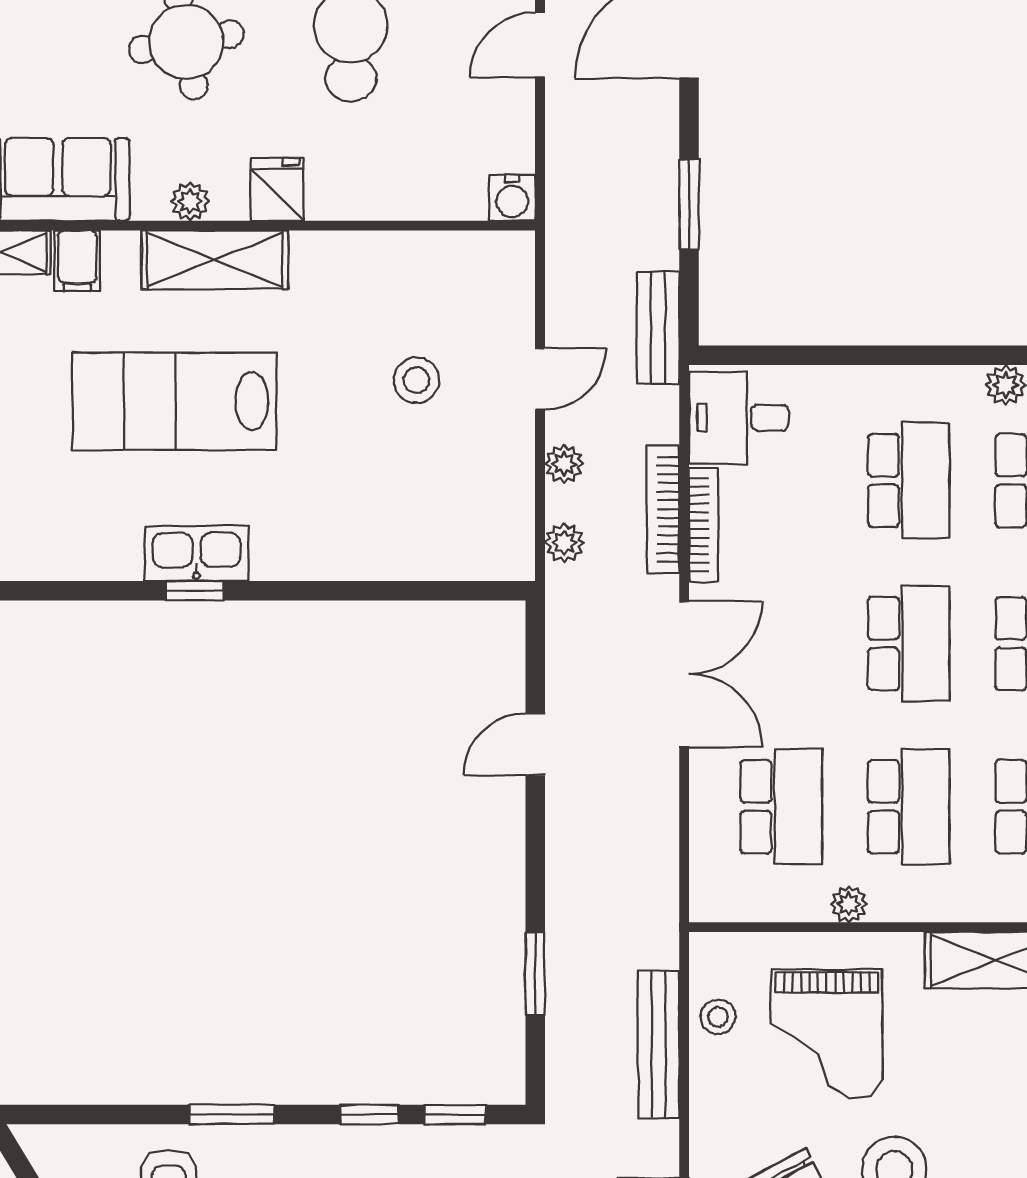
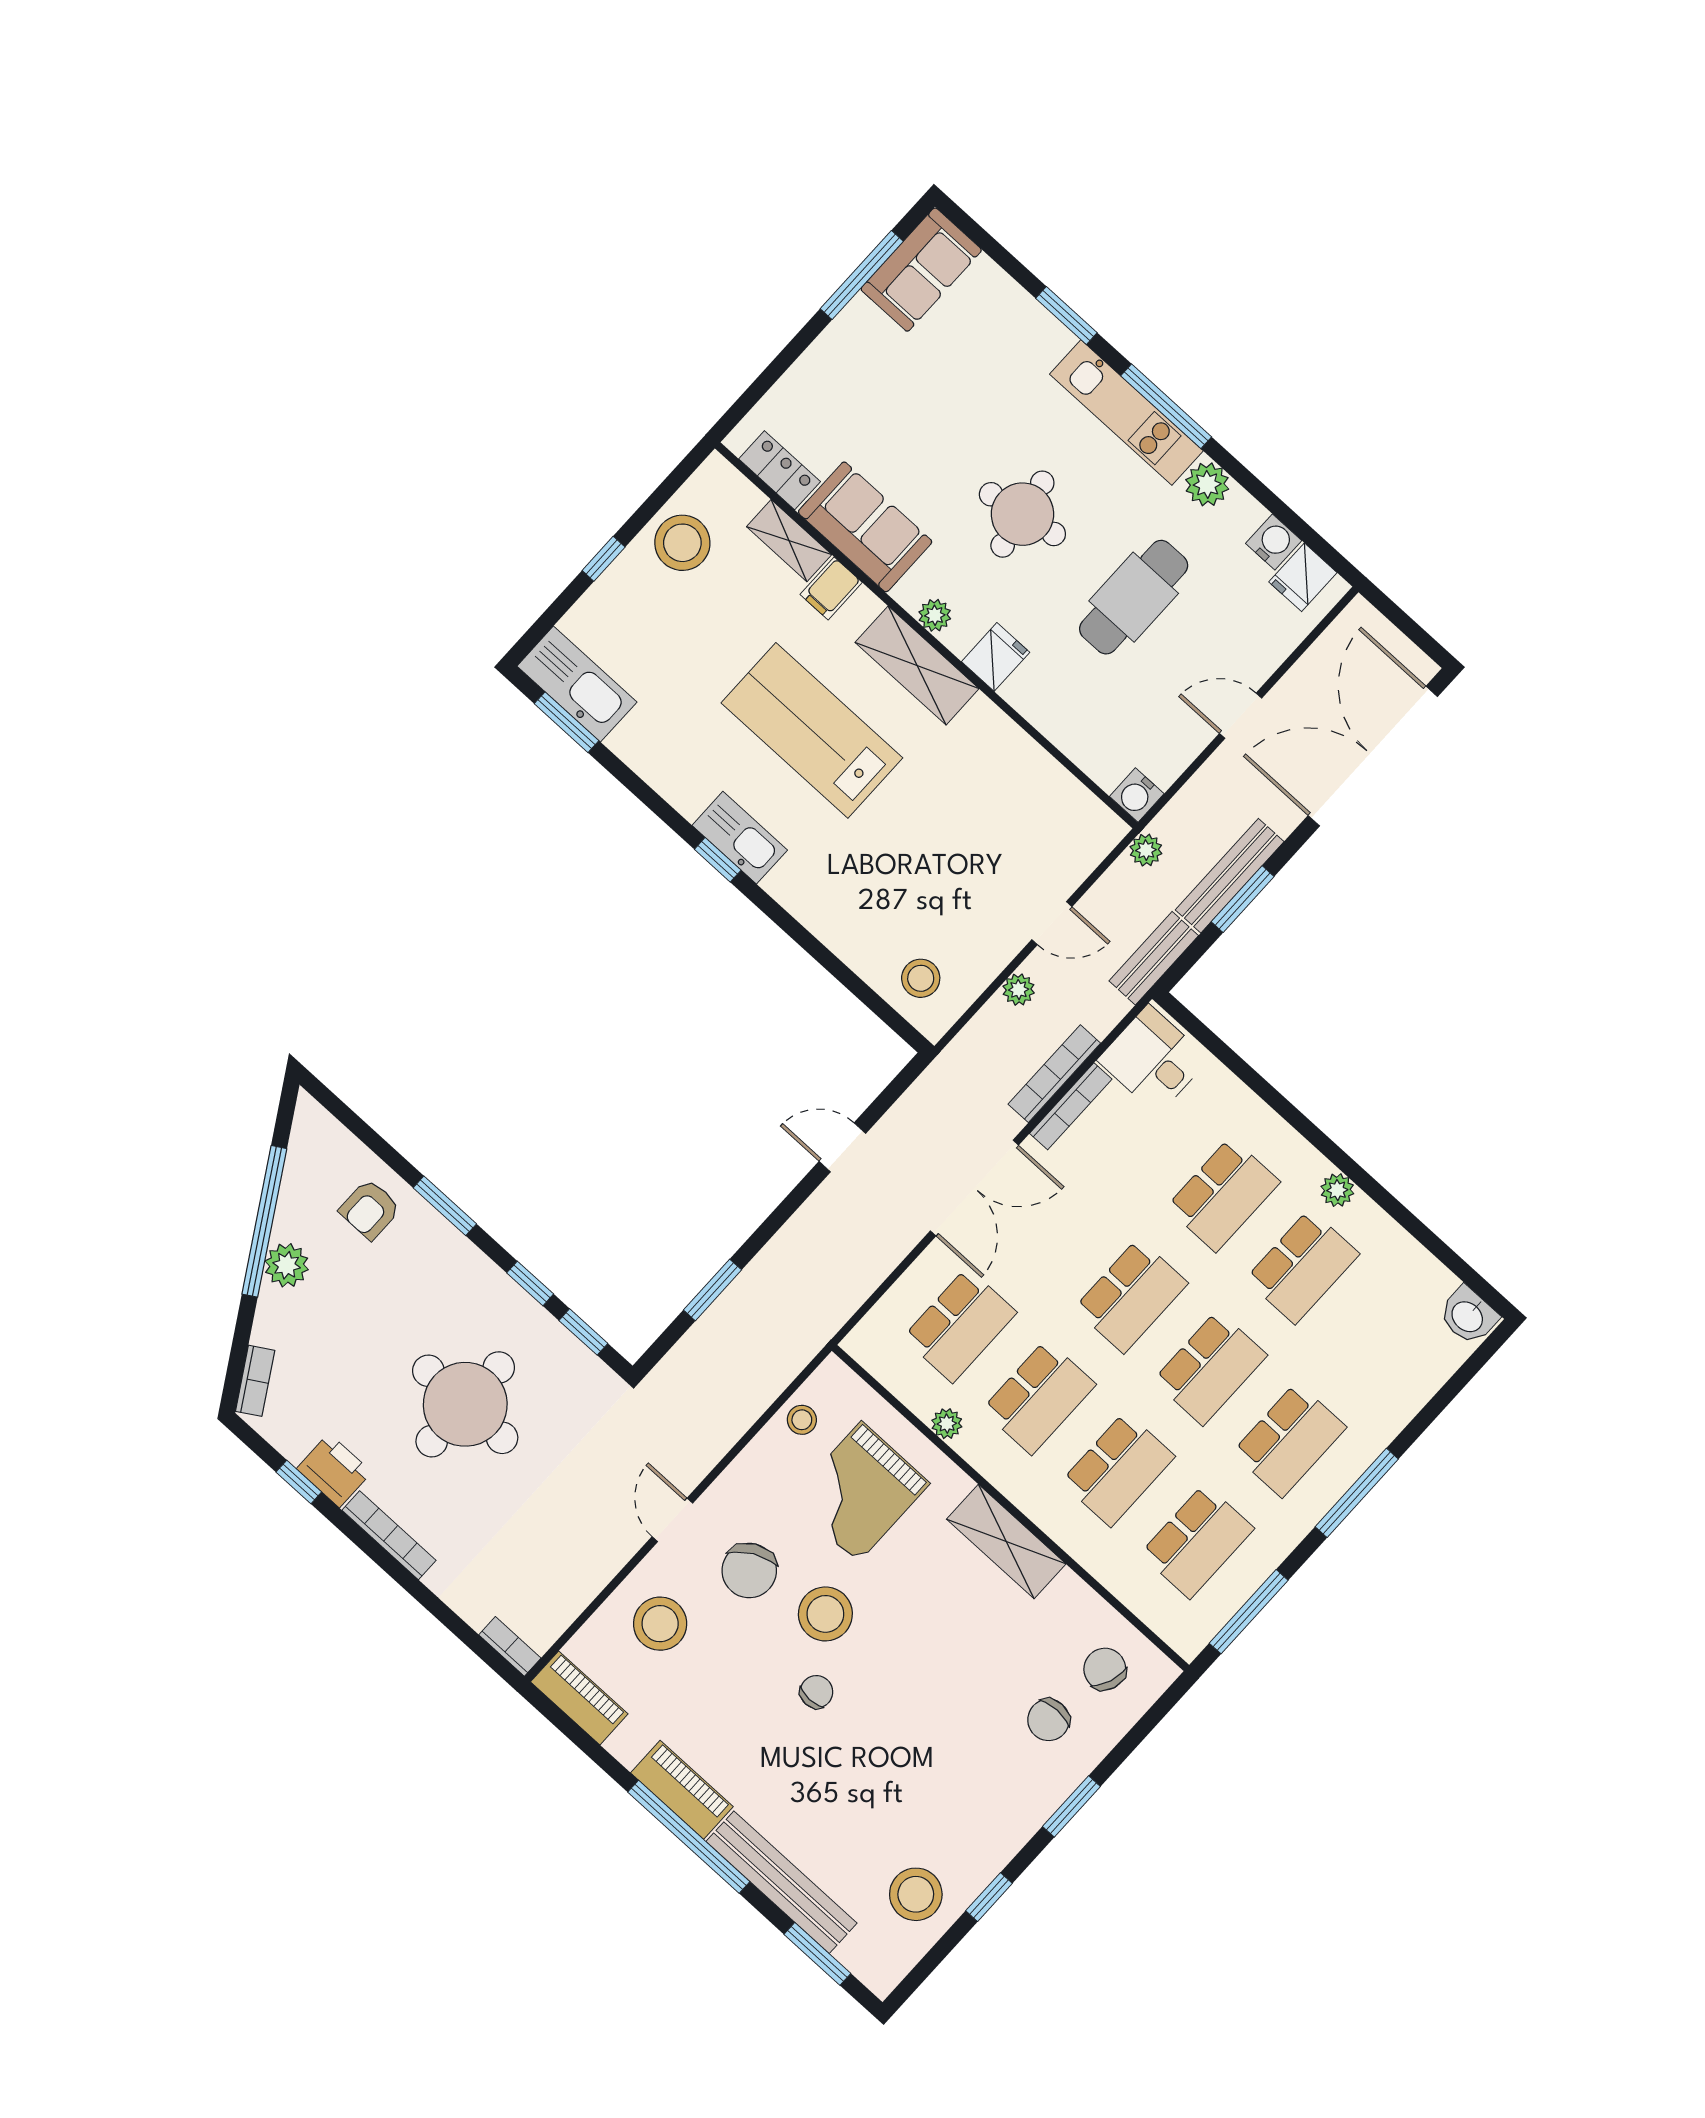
stool: (417, 380) -> (921, 978), moved
plant: (564, 543) -> (1146, 850), moved
bench: (659, 1044) -> (1230, 876), moved

